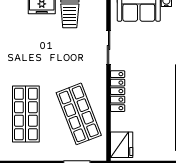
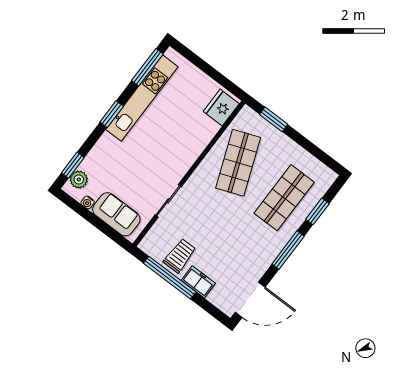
locker: (118, 91) -> (189, 157), removed

